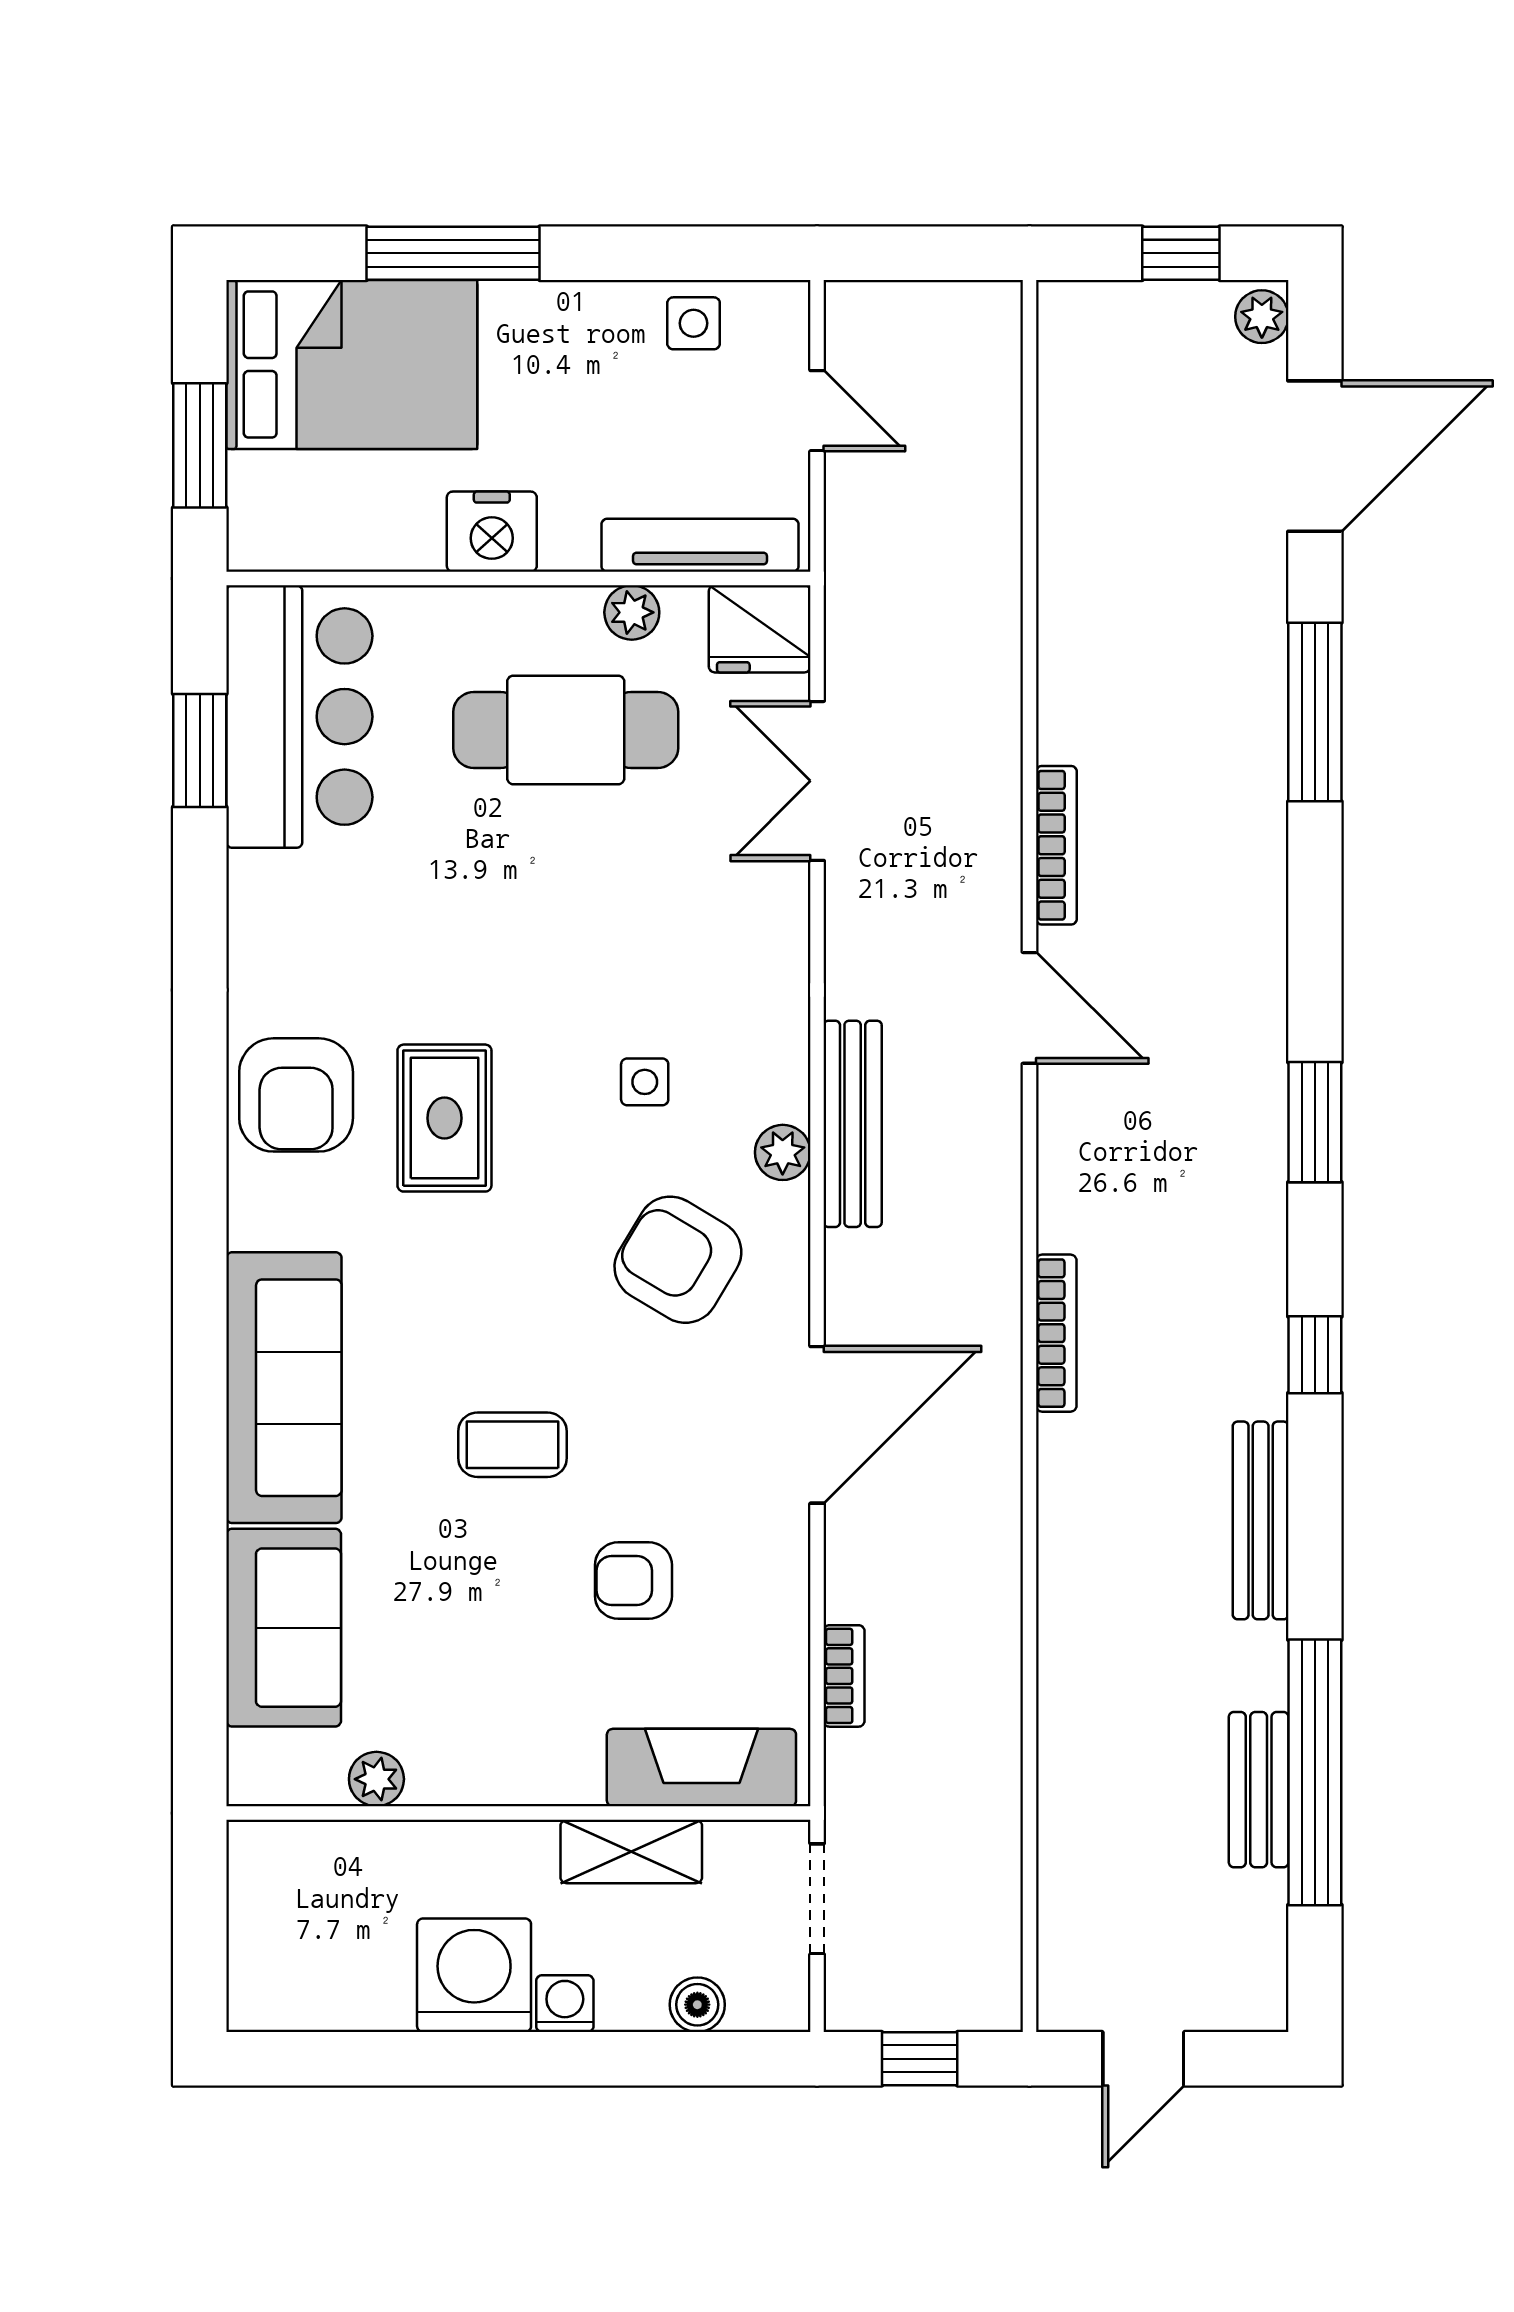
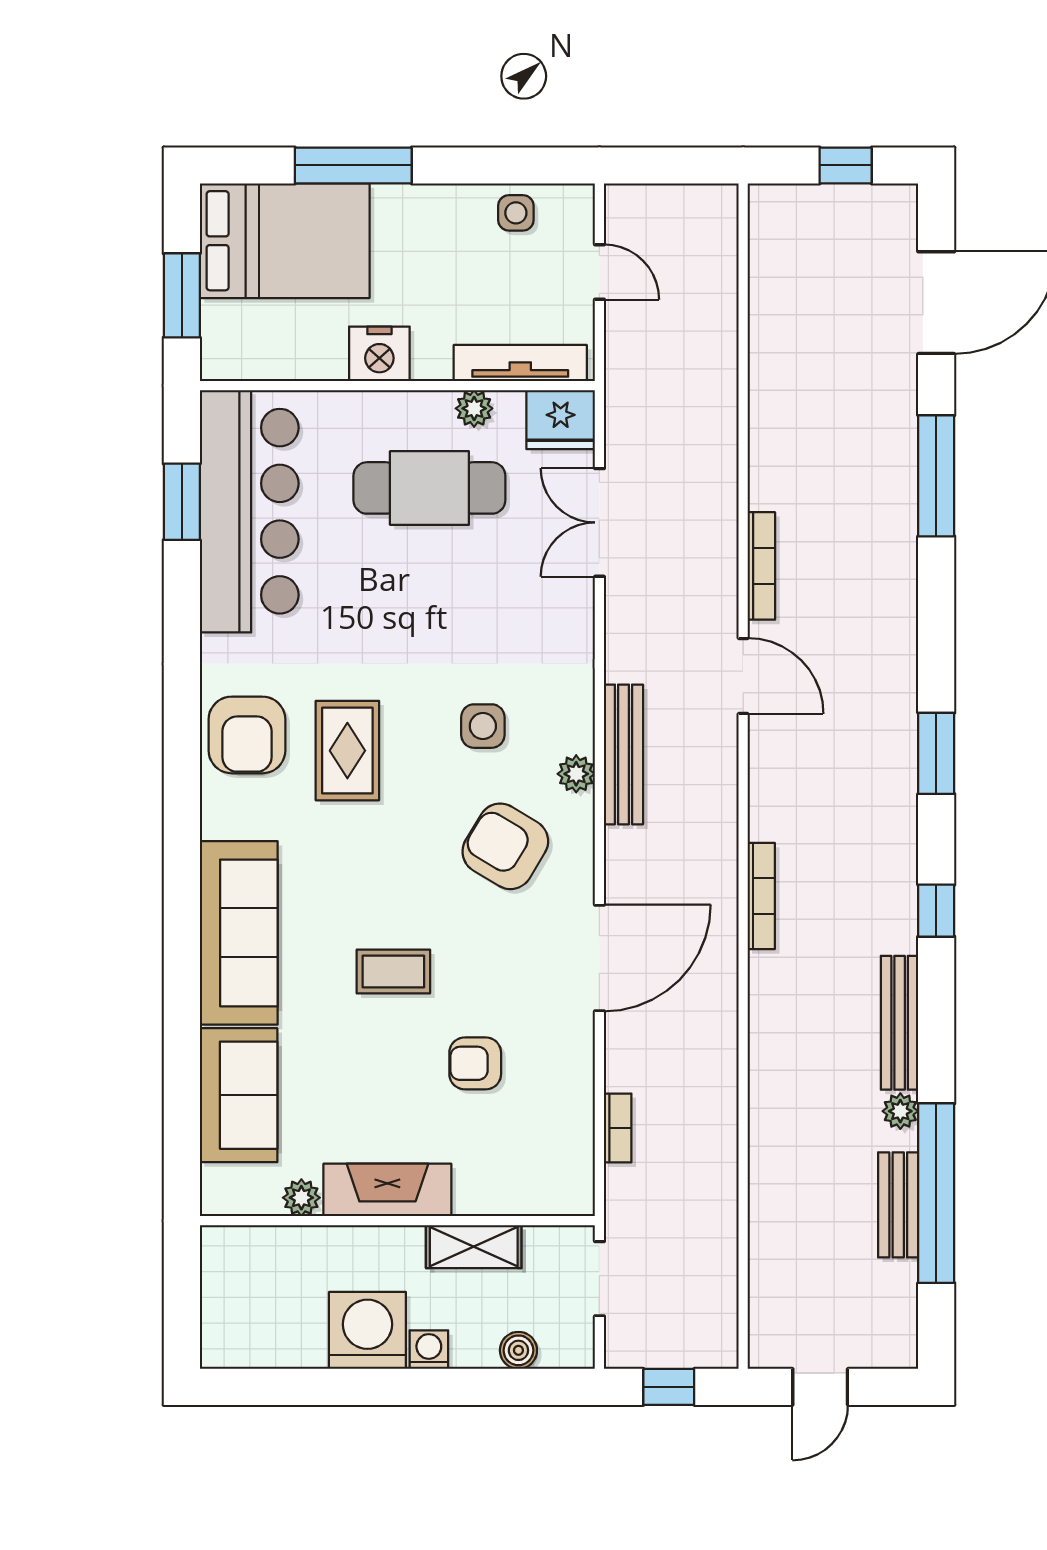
plant: (1262, 317) -> (900, 1111), moved
bar counter: (299, 717) -> (249, 511), width x1.36
side table: (645, 1082) -> (483, 726), width x1.37, depth x1.37
fireplace: (701, 1768) -> (387, 1190), moved

